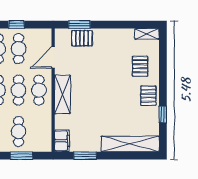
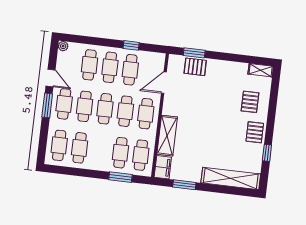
shelving: (62, 94) -> (167, 136), moved
cafe table: (39, 132) -> (141, 155), added

